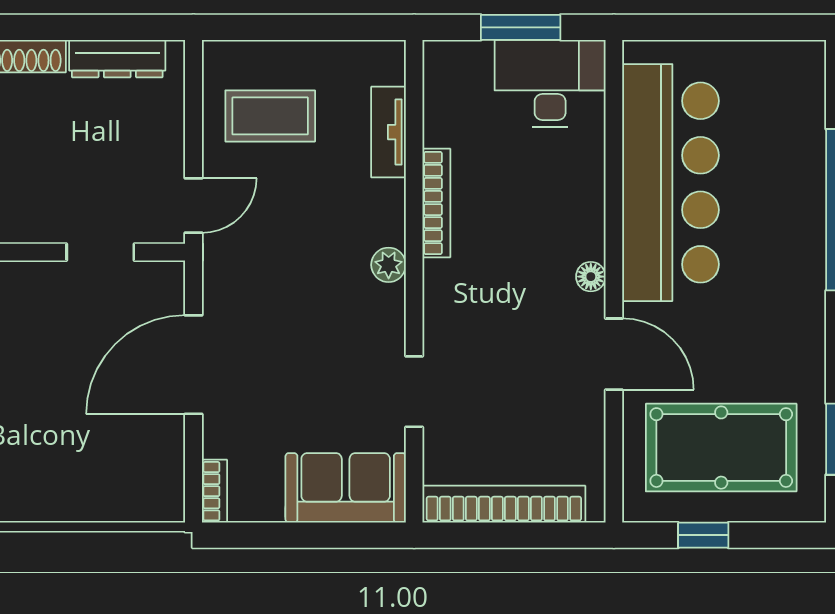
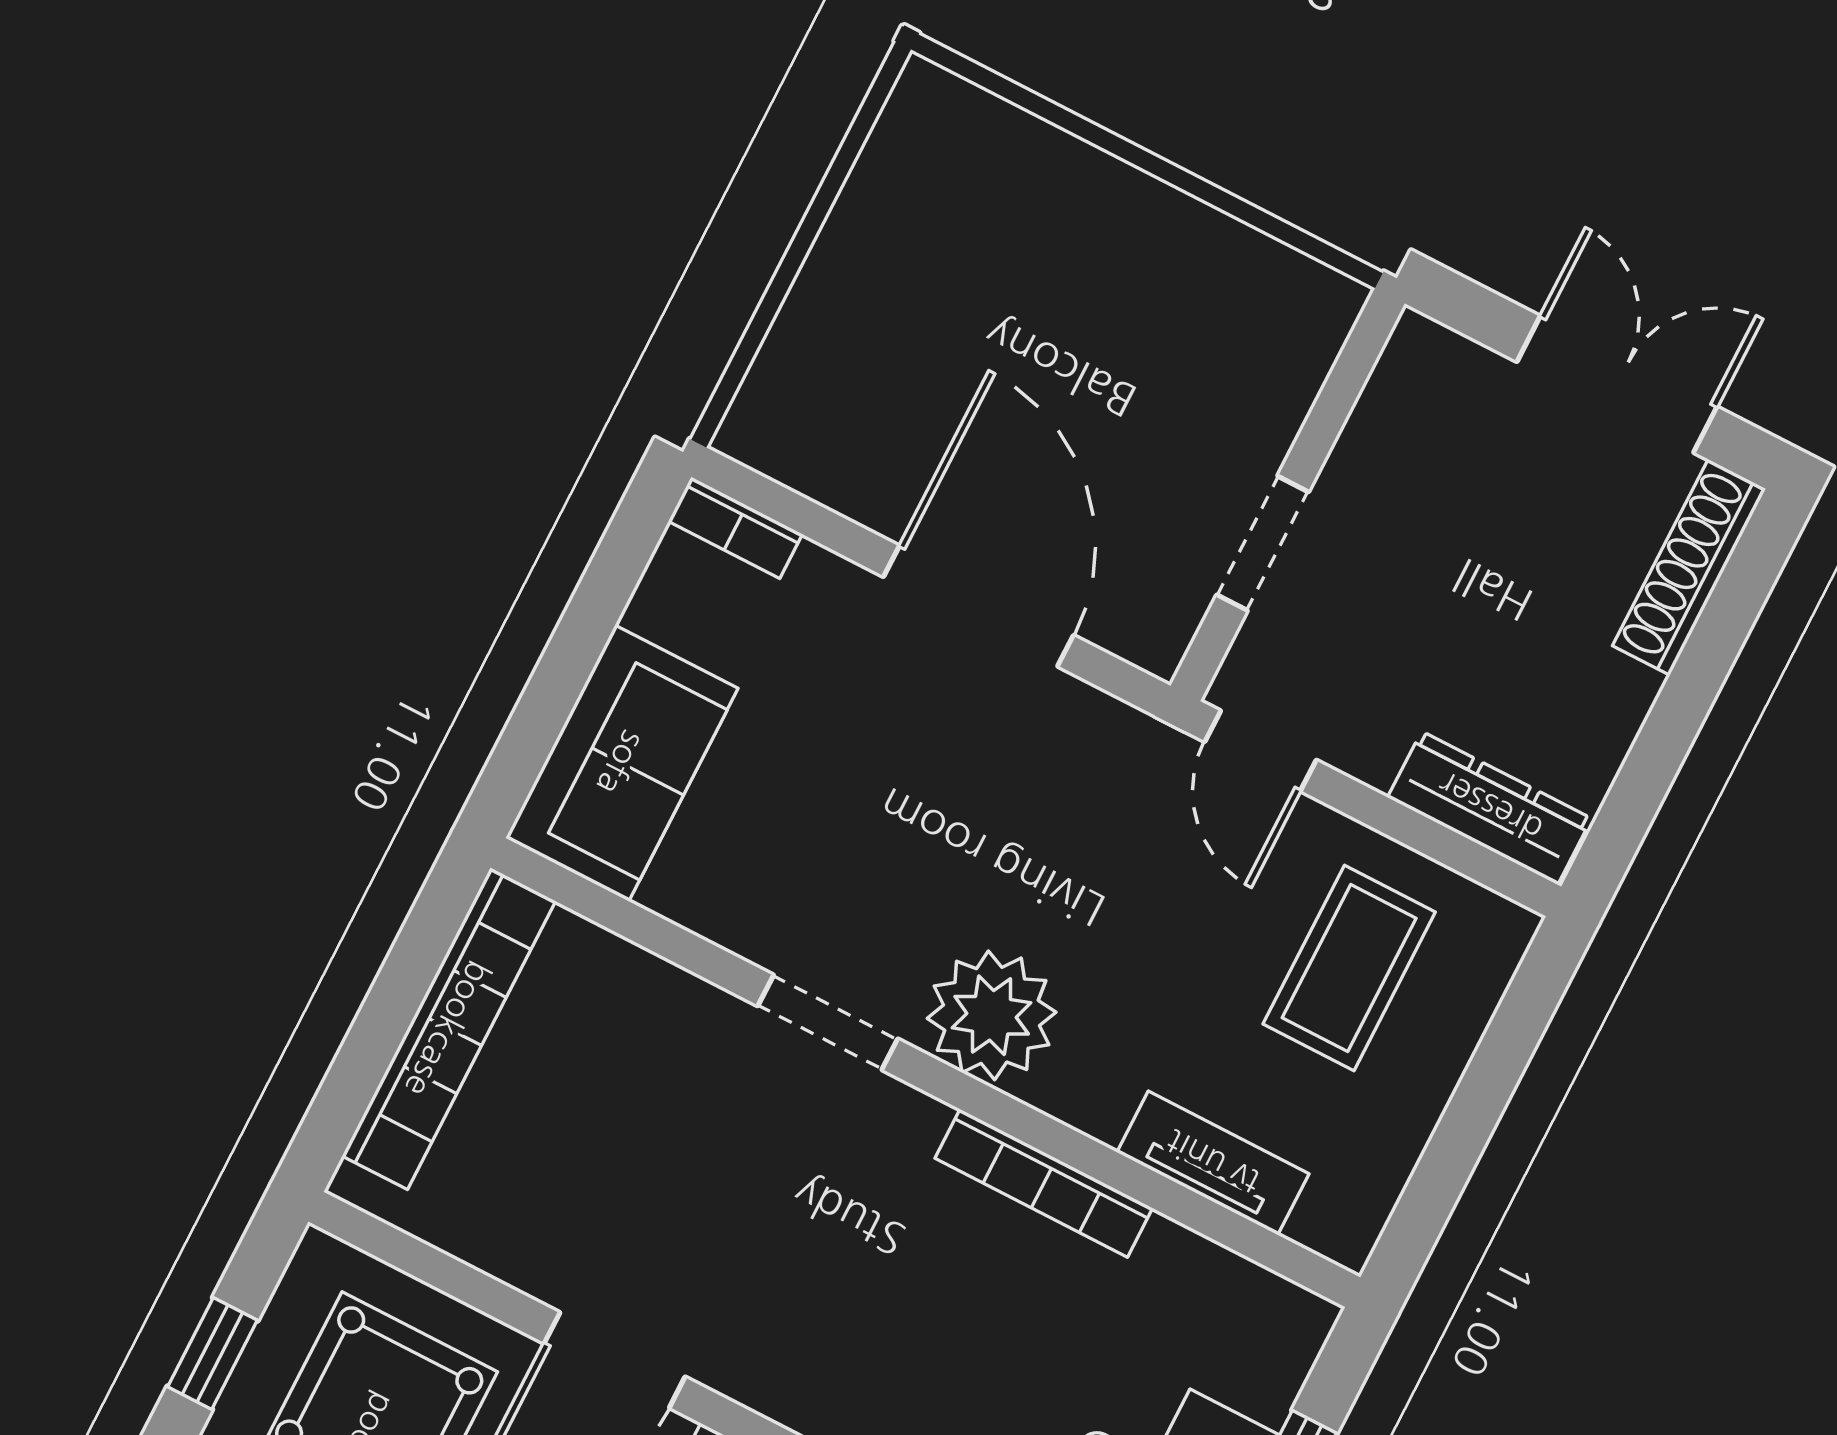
dresser: (117, 59) -> (1490, 808), moved, turned 90
plant: (389, 265) -> (992, 1015), width x1.88, depth x1.88
floor lamp: (591, 277) -> (773, 1390), removed
doorway: (414, 392) -> (828, 1022), moved

